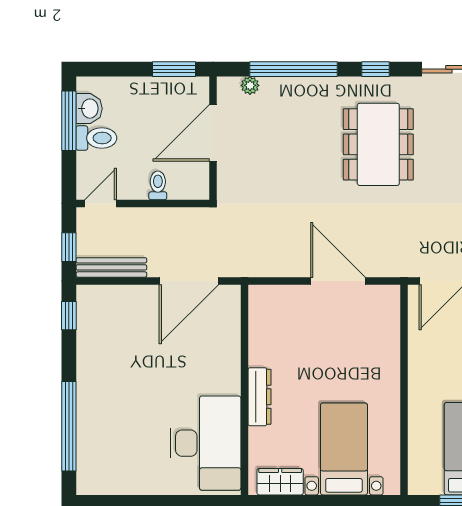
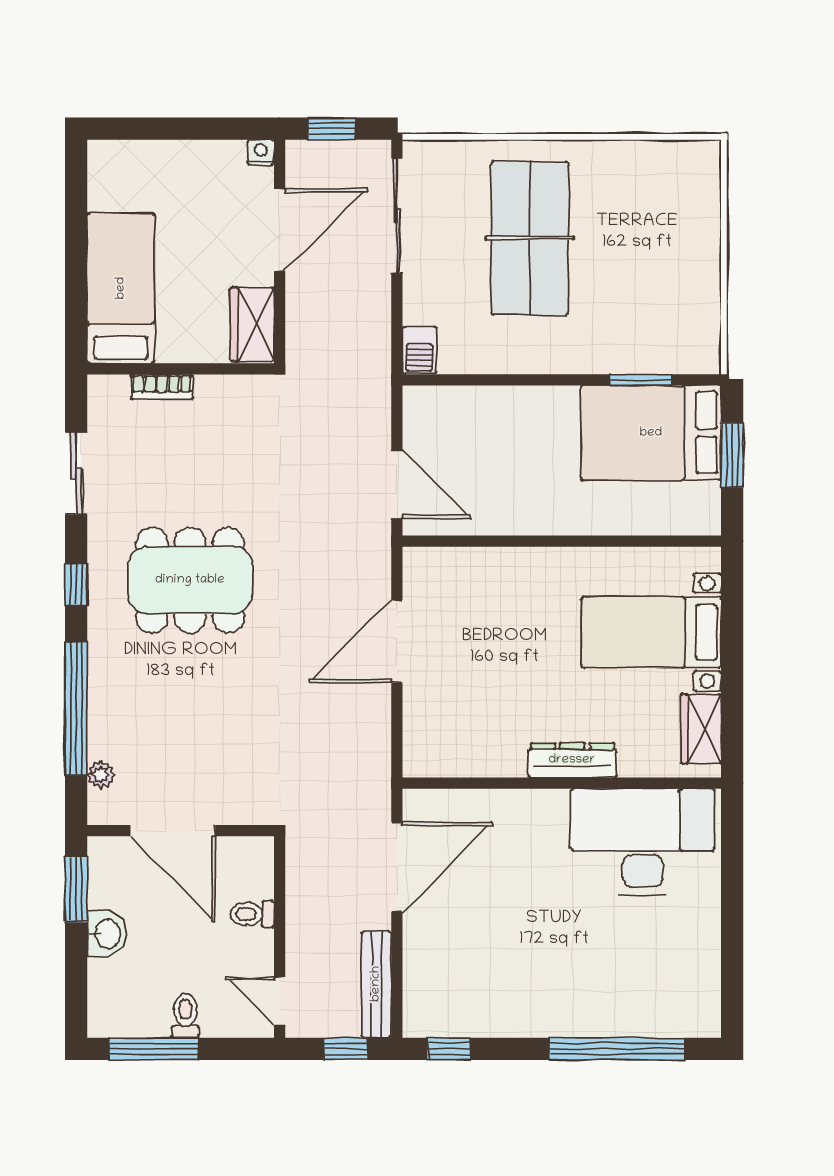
washbasin: (89, 109) -> (107, 934), moved, turned 90
toilet: (96, 138) -> (185, 1016), width x0.73, depth x0.72
door: (189, 281) -> (397, 867), hinge flipped

